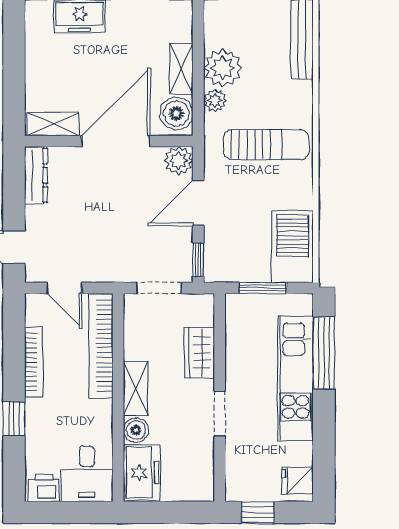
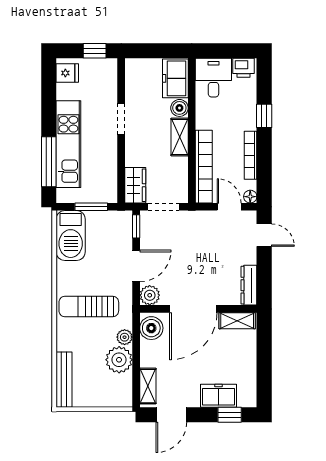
shelving: (181, 69) -> (148, 386), moved
floor lamp: (34, 303) -> (250, 197), added
wardrobe: (199, 353) -> (135, 185), moved

